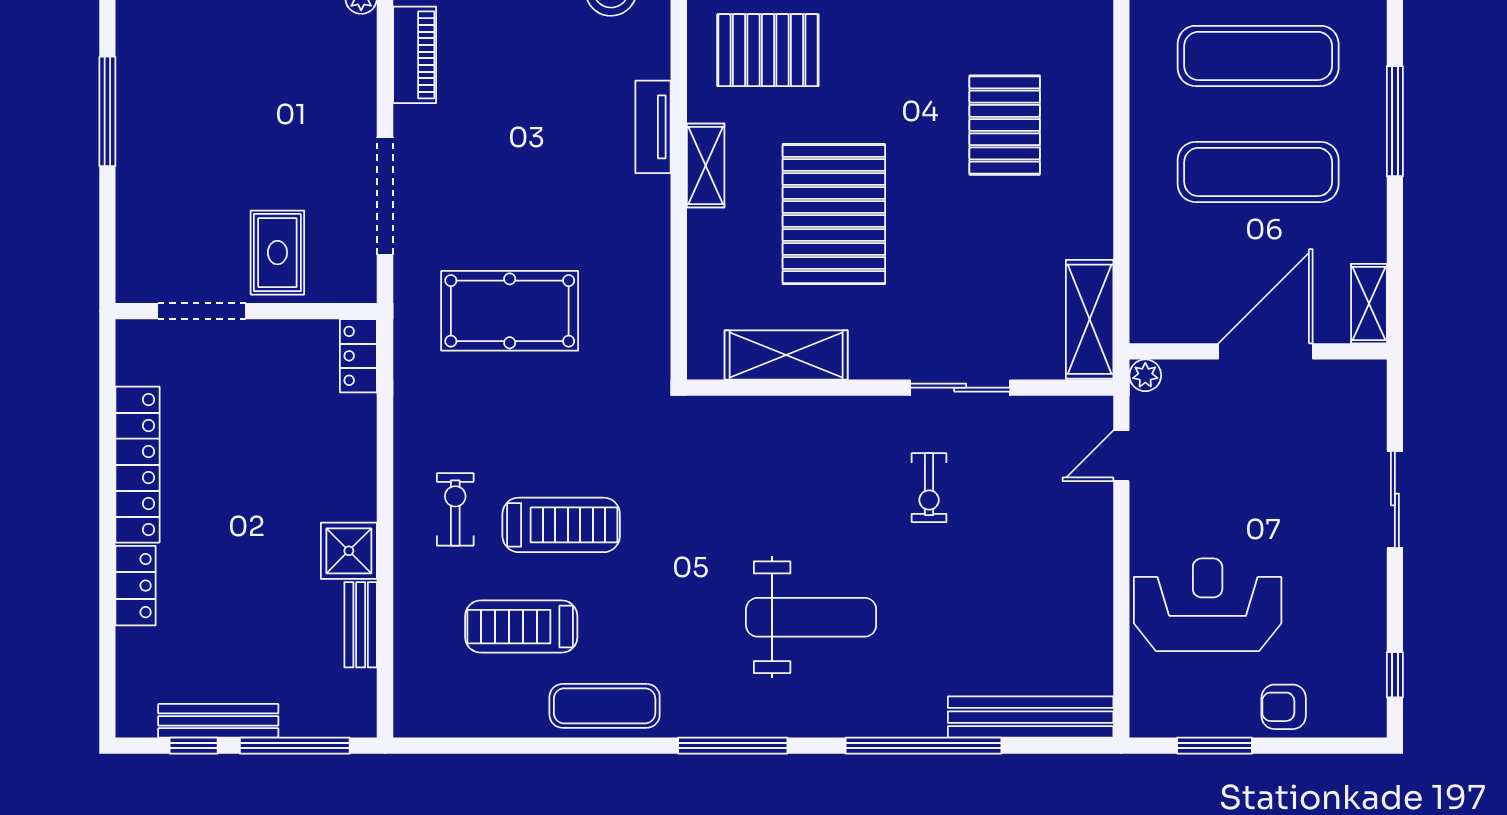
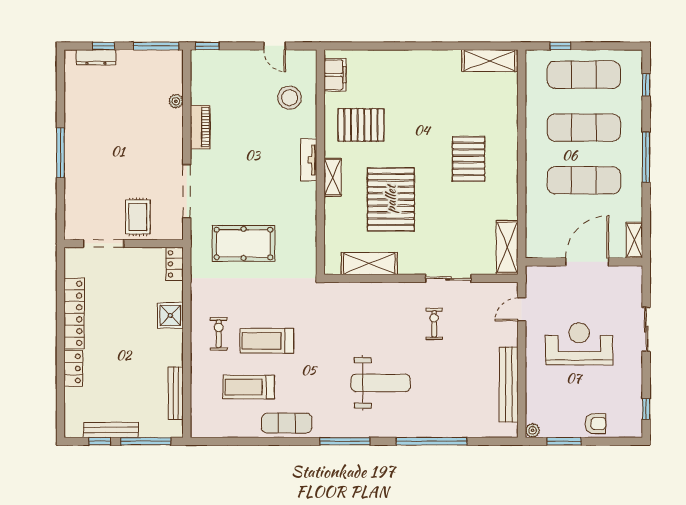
plant: (1145, 375) -> (533, 430), moved
exercise bike: (929, 488) -> (434, 324), turned 180
treadmill: (561, 525) -> (267, 341), turned 180
shower: (349, 551) -> (170, 315), moved
reception desk: (1208, 605) -> (579, 344), moved
bench: (361, 625) -> (176, 393), width x1.36
armchair: (1284, 707) -> (595, 424), turned 180
bench: (1031, 717) -> (509, 385), moved, turned 90

